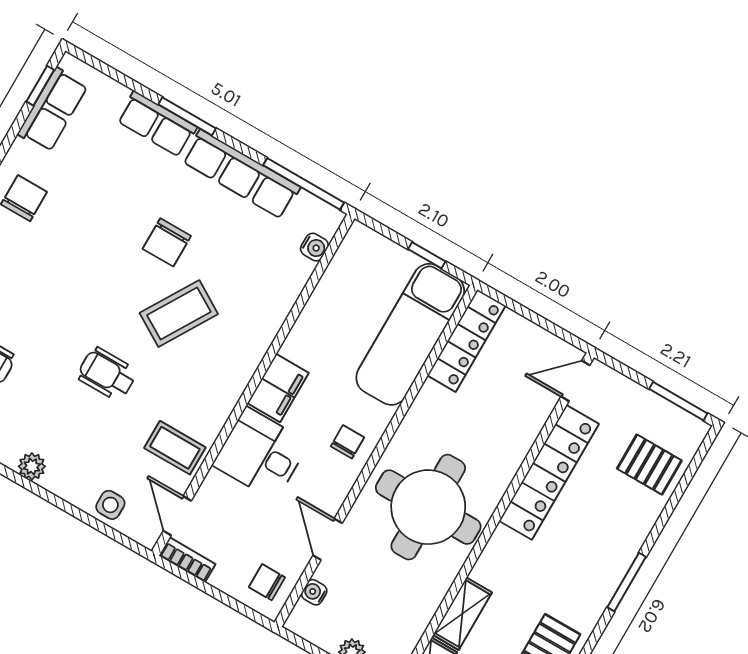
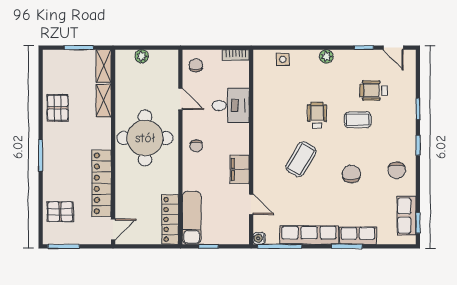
chair: (167, 242) -> (351, 174), moved
water cooler: (314, 247) -> (259, 238), moved
exam couch: (410, 334) -> (192, 218), width x0.73, depth x0.69
wheelchair: (107, 374) -> (317, 115), turned -90
filing cabinet: (278, 388) -> (240, 169), moved
coffee table: (175, 448) -> (358, 120), moved
desk: (261, 454) -> (231, 106), moved
door: (177, 516) -> (251, 204), moved
chair: (267, 582) -> (196, 65), turned -90
water cooler: (314, 592) -> (173, 73), removed

